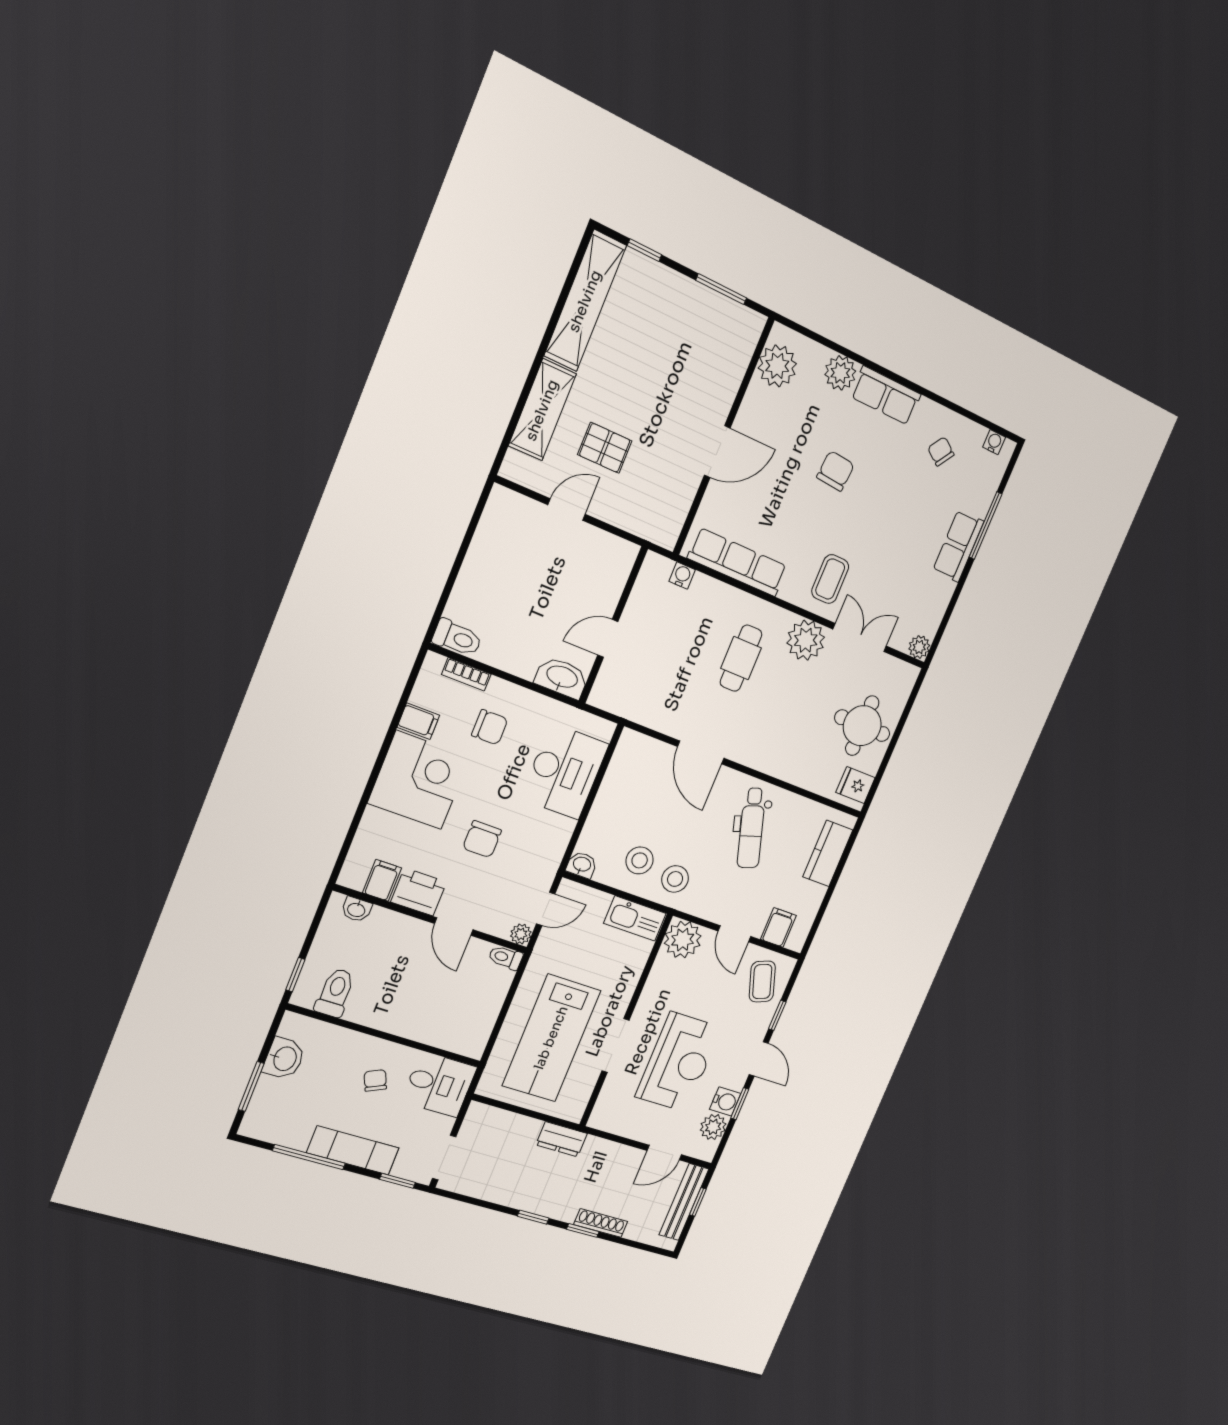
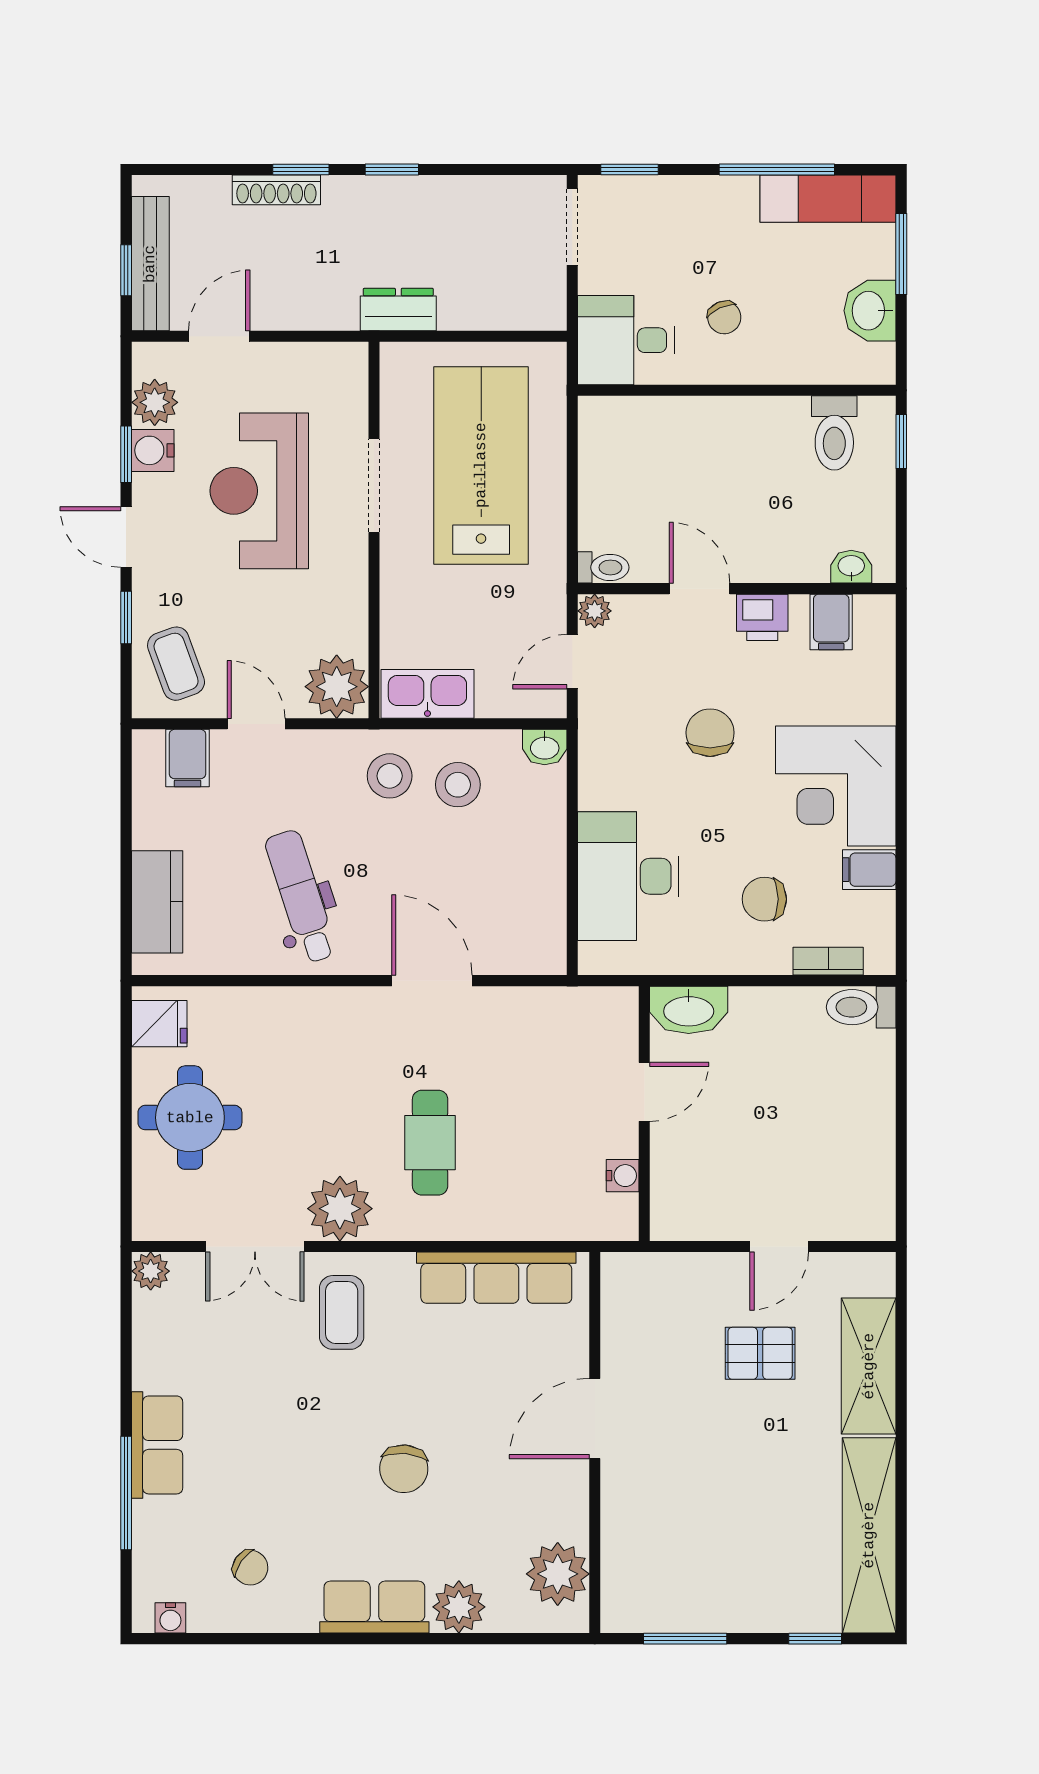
water cooler: (682, 575) -> (623, 1176), moved, turned -90
printer: (419, 892) -> (762, 617), width x0.73, depth x0.81
exam couch: (353, 1150) -> (828, 199), moved

